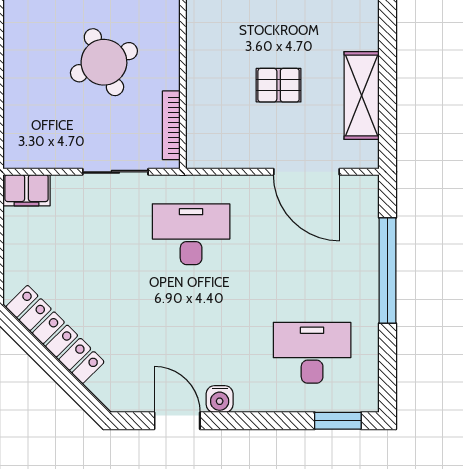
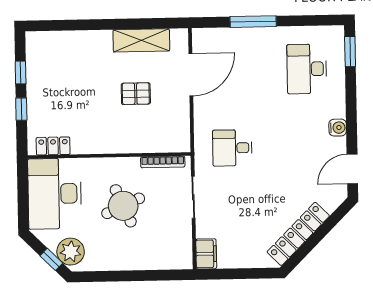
pallet: (279, 85) -> (136, 94), turned 90
desk: (191, 234) -> (232, 148), width x0.73
window: (388, 270) -> (253, 22), width x0.68
door: (177, 421) -> (352, 169), moved

